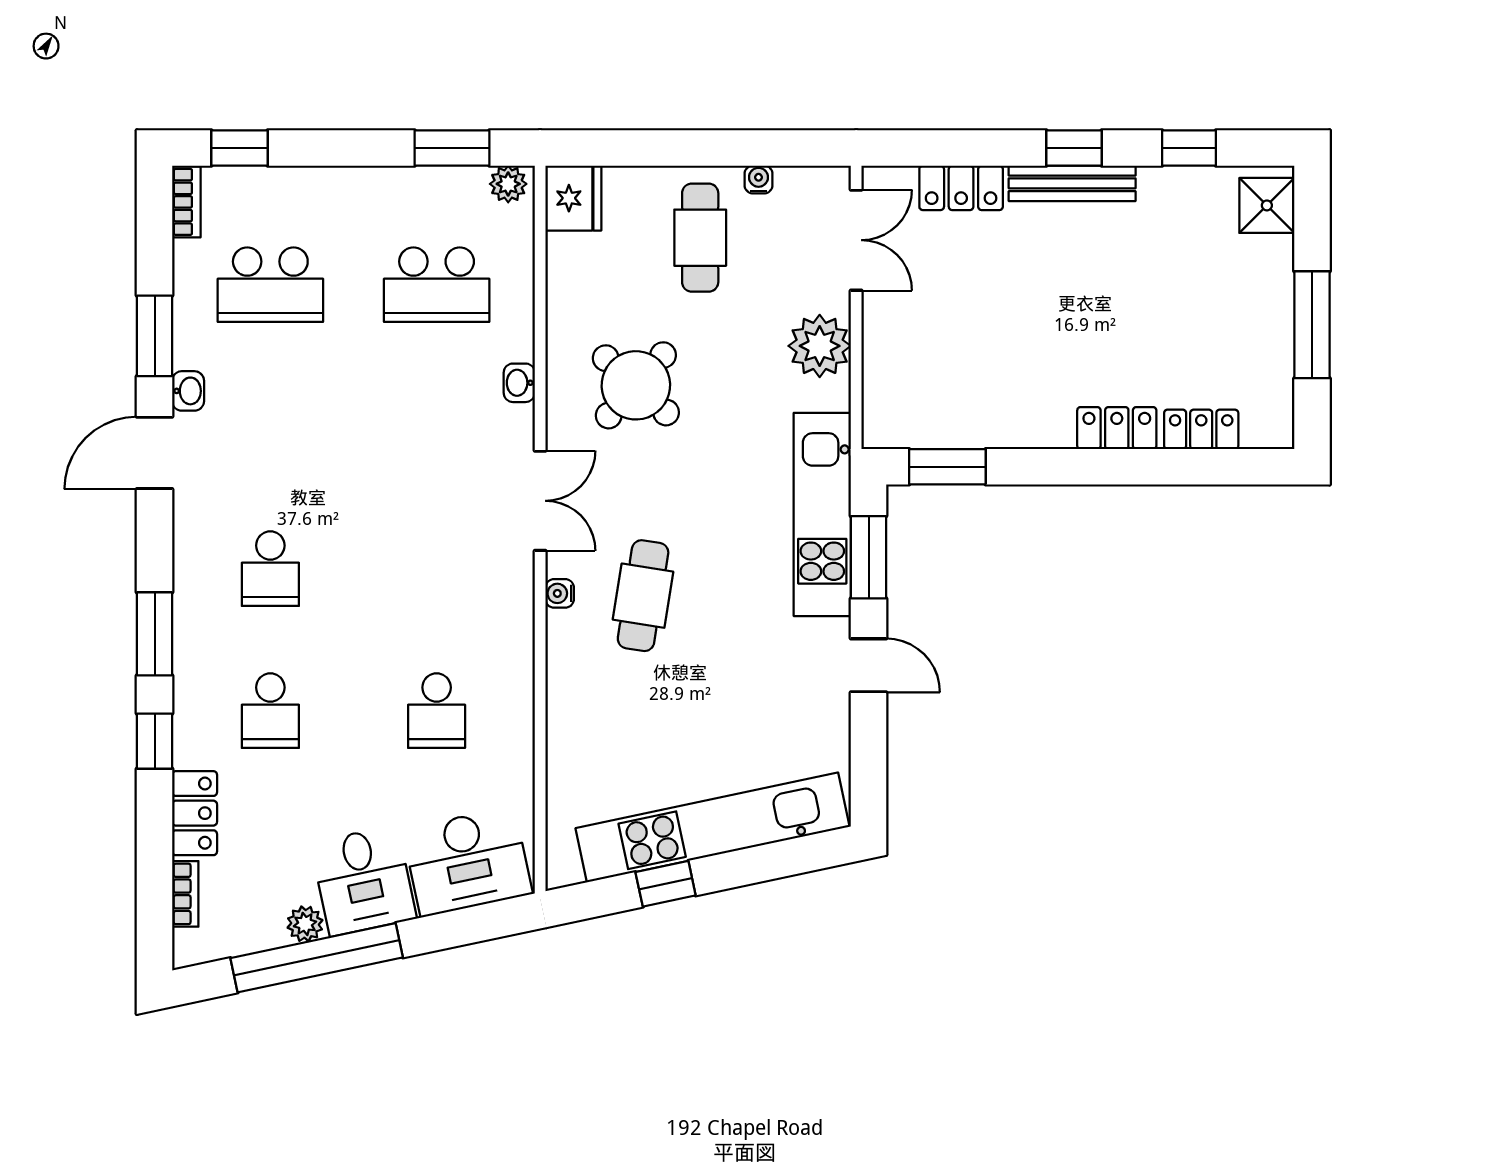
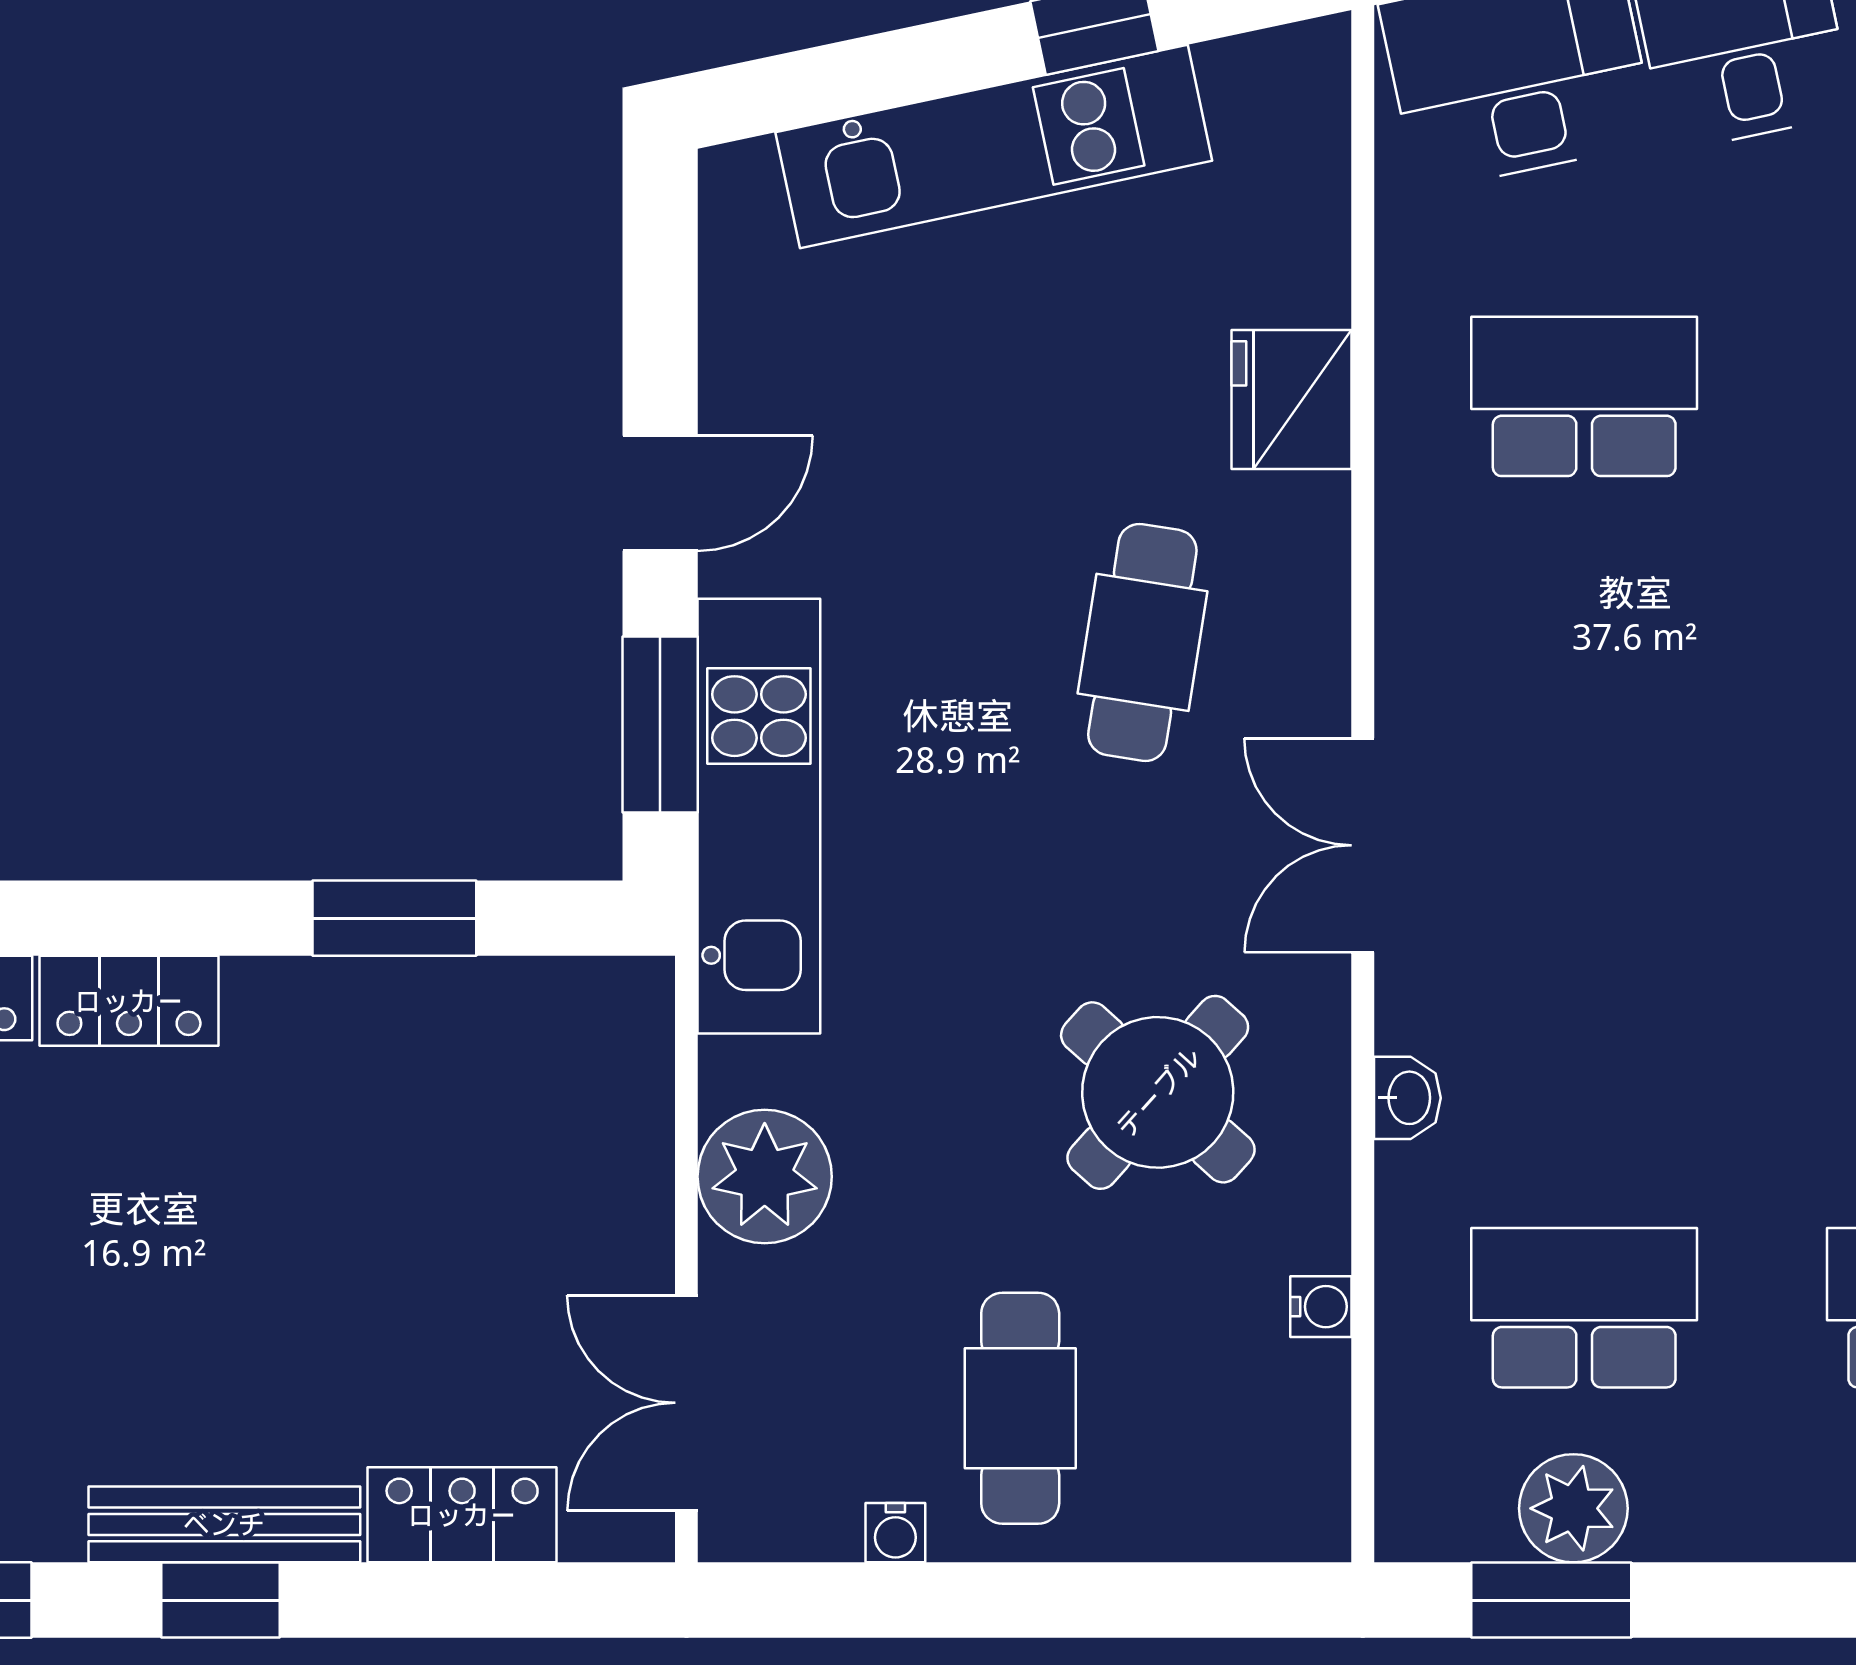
plant: (508, 184) -> (1573, 1508), moved, width x1.38, depth x1.38
fridge: (573, 198) -> (1292, 399), moved
window: (947, 467) -> (394, 918), moved
water cooler: (560, 593) -> (1321, 1307), moved
door: (869, 665) -> (660, 493), swing flipped
school desk: (437, 711) -> (1584, 396), width x1.85
kitchen unit: (713, 827) -> (994, 146), width x0.73

